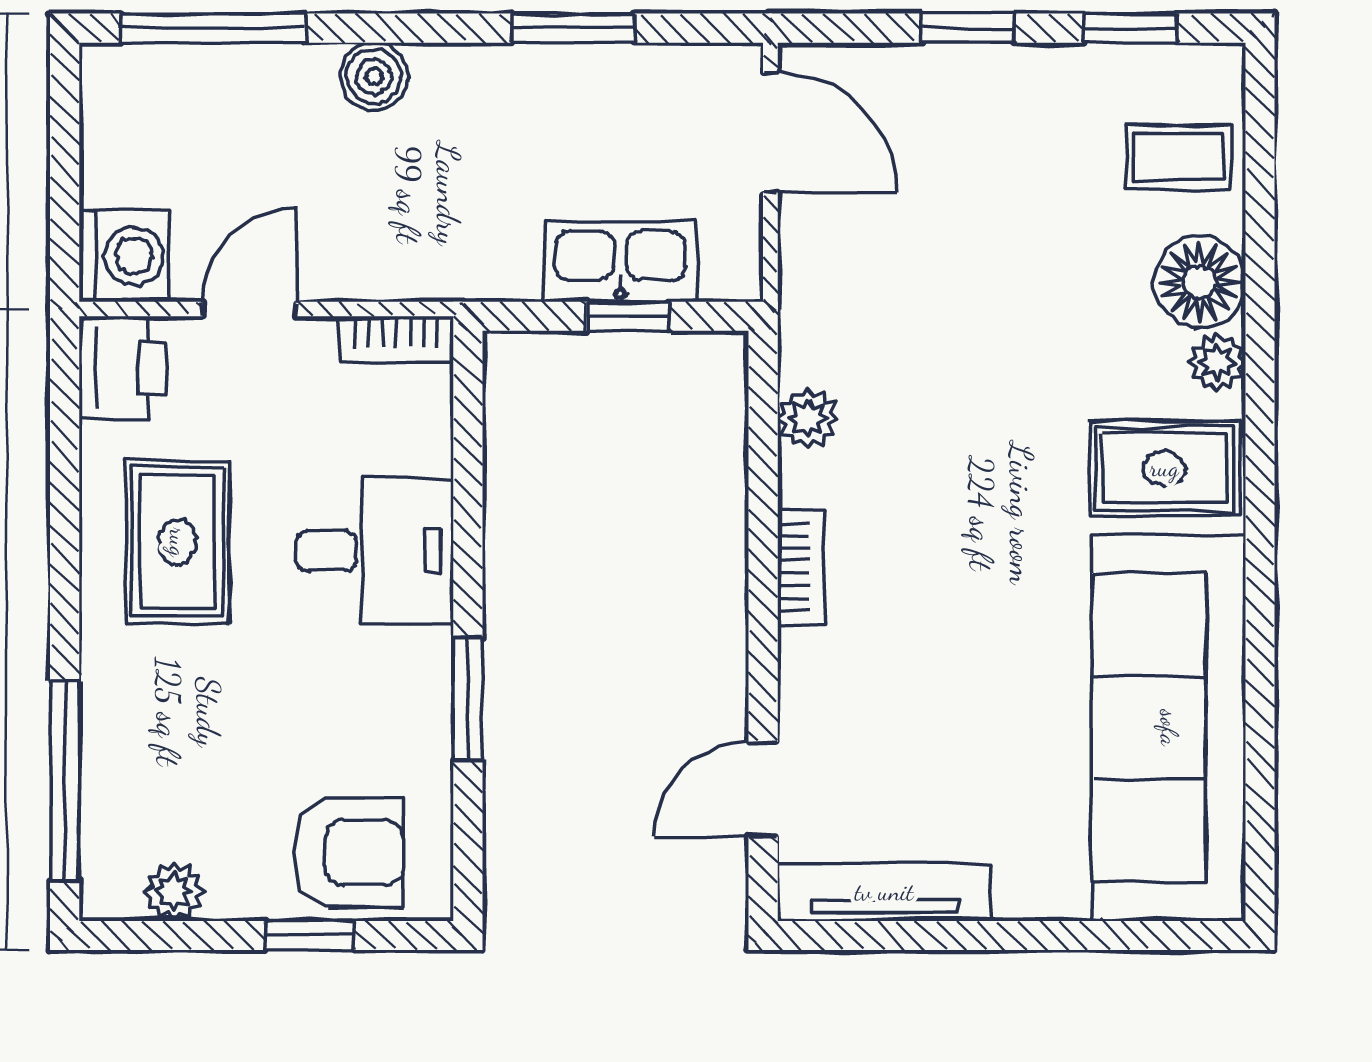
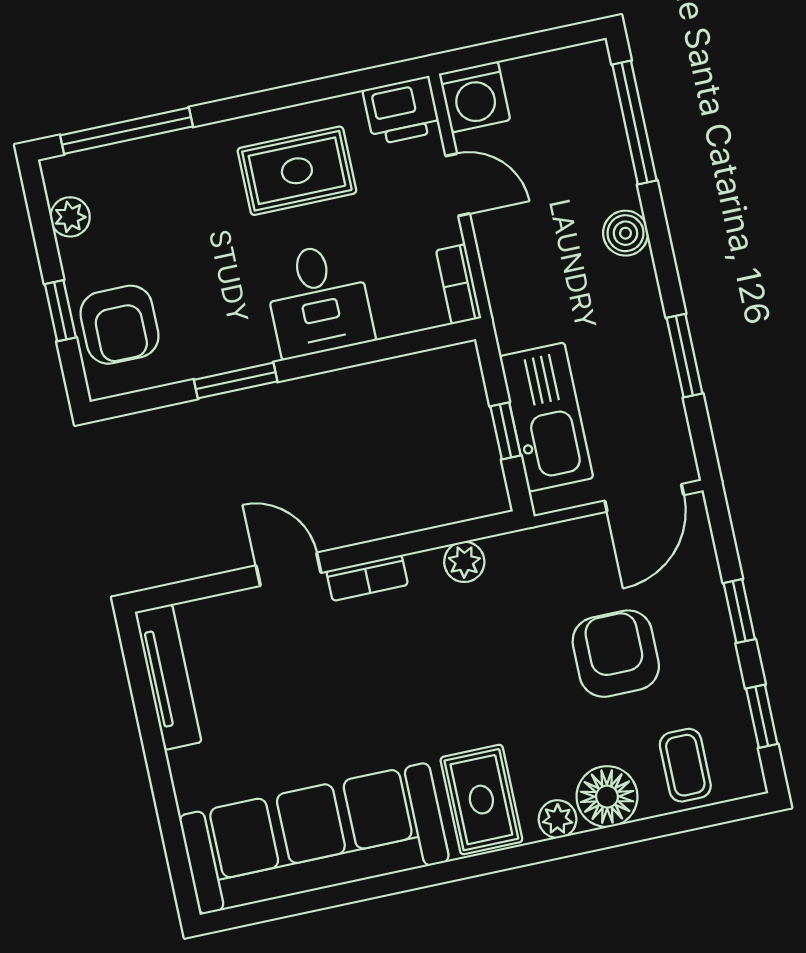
armchair: (991, 224) -> (616, 654), added
kitchen sink: (620, 261) -> (546, 417), width x1.36, depth x1.24
door: (763, 789) -> (288, 569), moved

